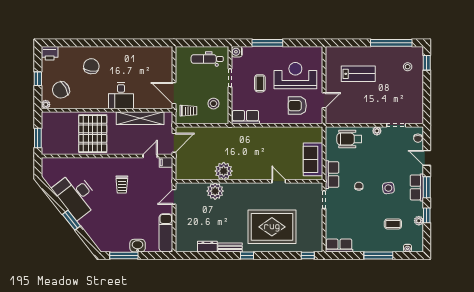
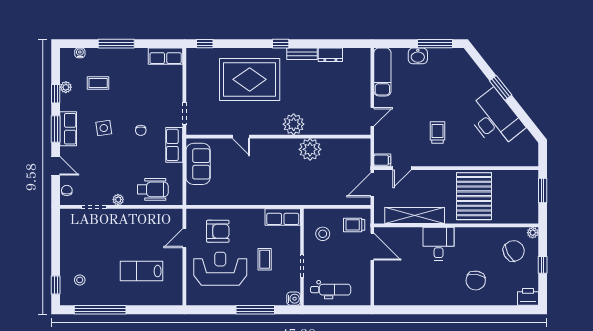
reception desk: (295, 76) -> (220, 269), turned 180
plant: (215, 191) -> (294, 124), moved

